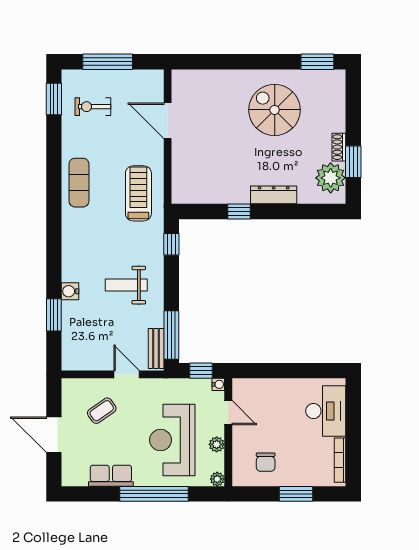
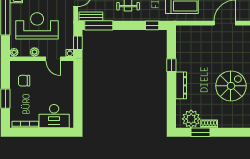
door: (228, 413) -> (53, 59), hinge flipped

